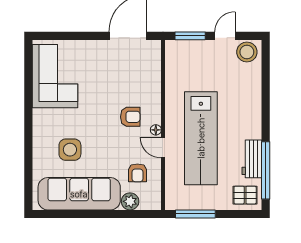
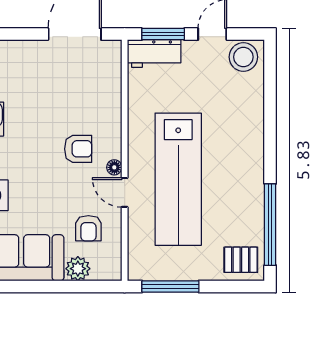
workbench: (252, 159) -> (154, 54), moved, turned -90

